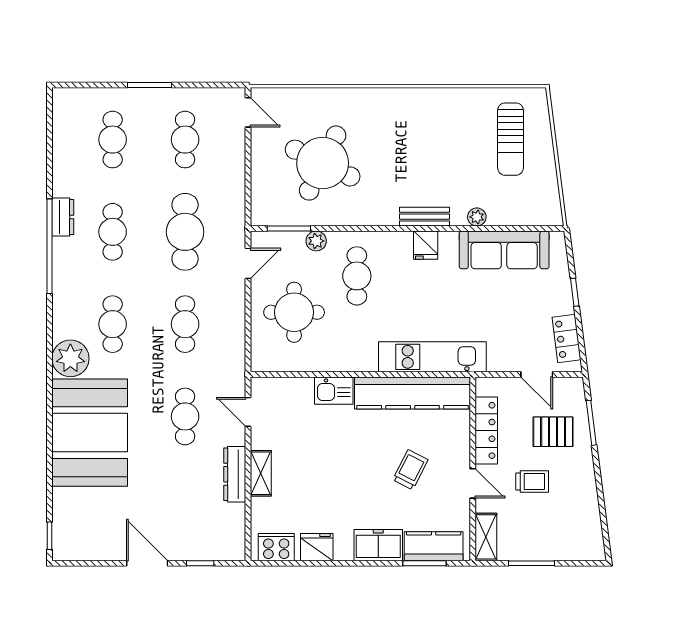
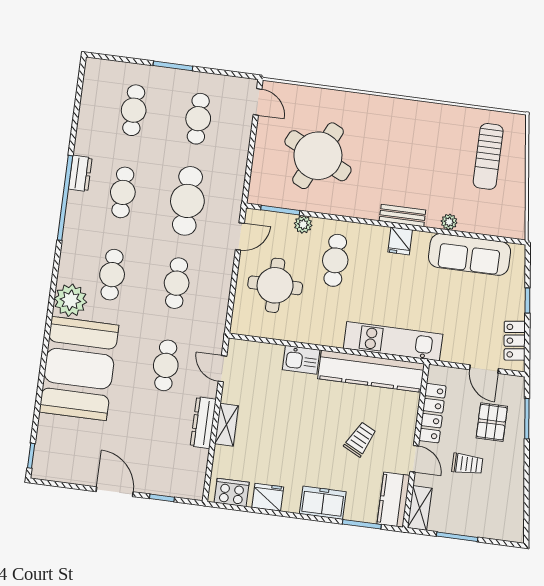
pallet: (553, 432) -> (492, 422), turned 90
kitchen counter: (434, 546) -> (393, 500), moved, turned -90

